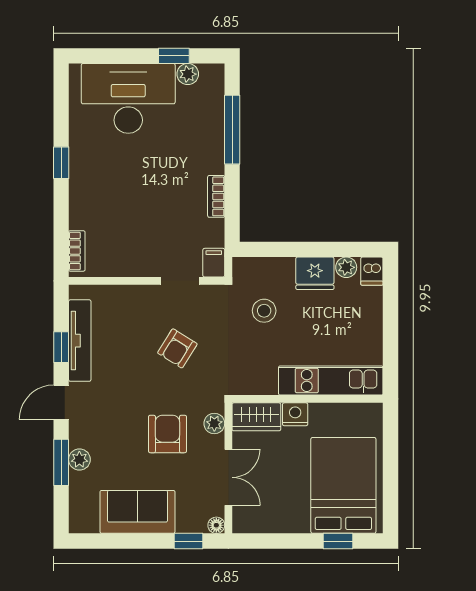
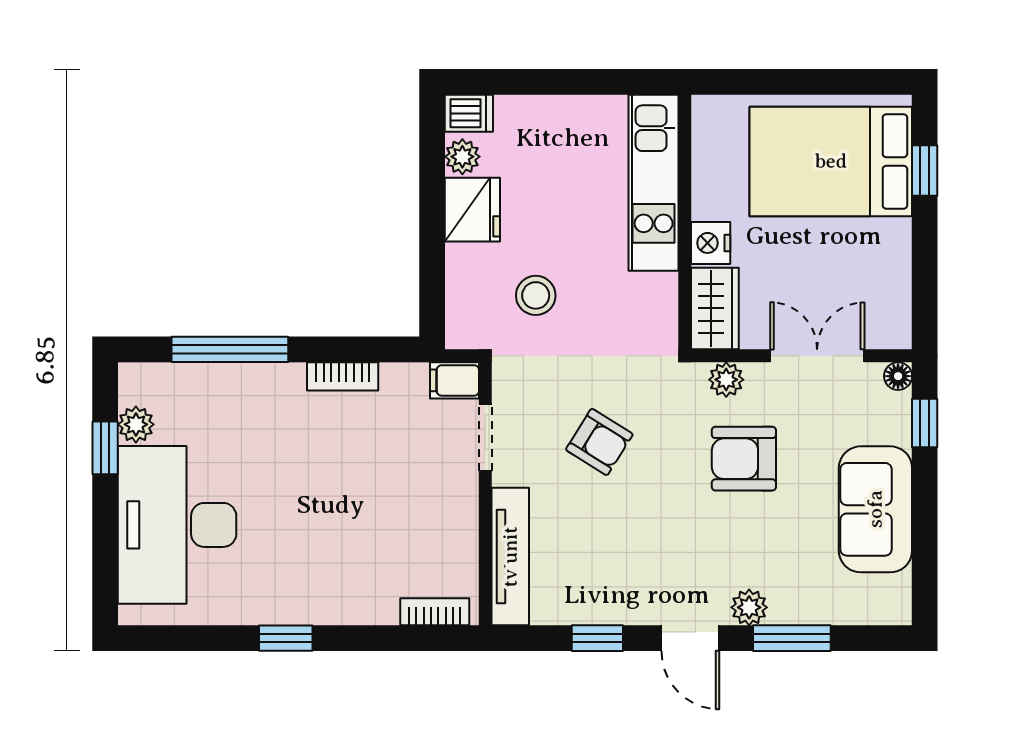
tv unit: (80, 341) -> (510, 557), moved, turned 90
plant: (79, 460) -> (749, 607), moved

